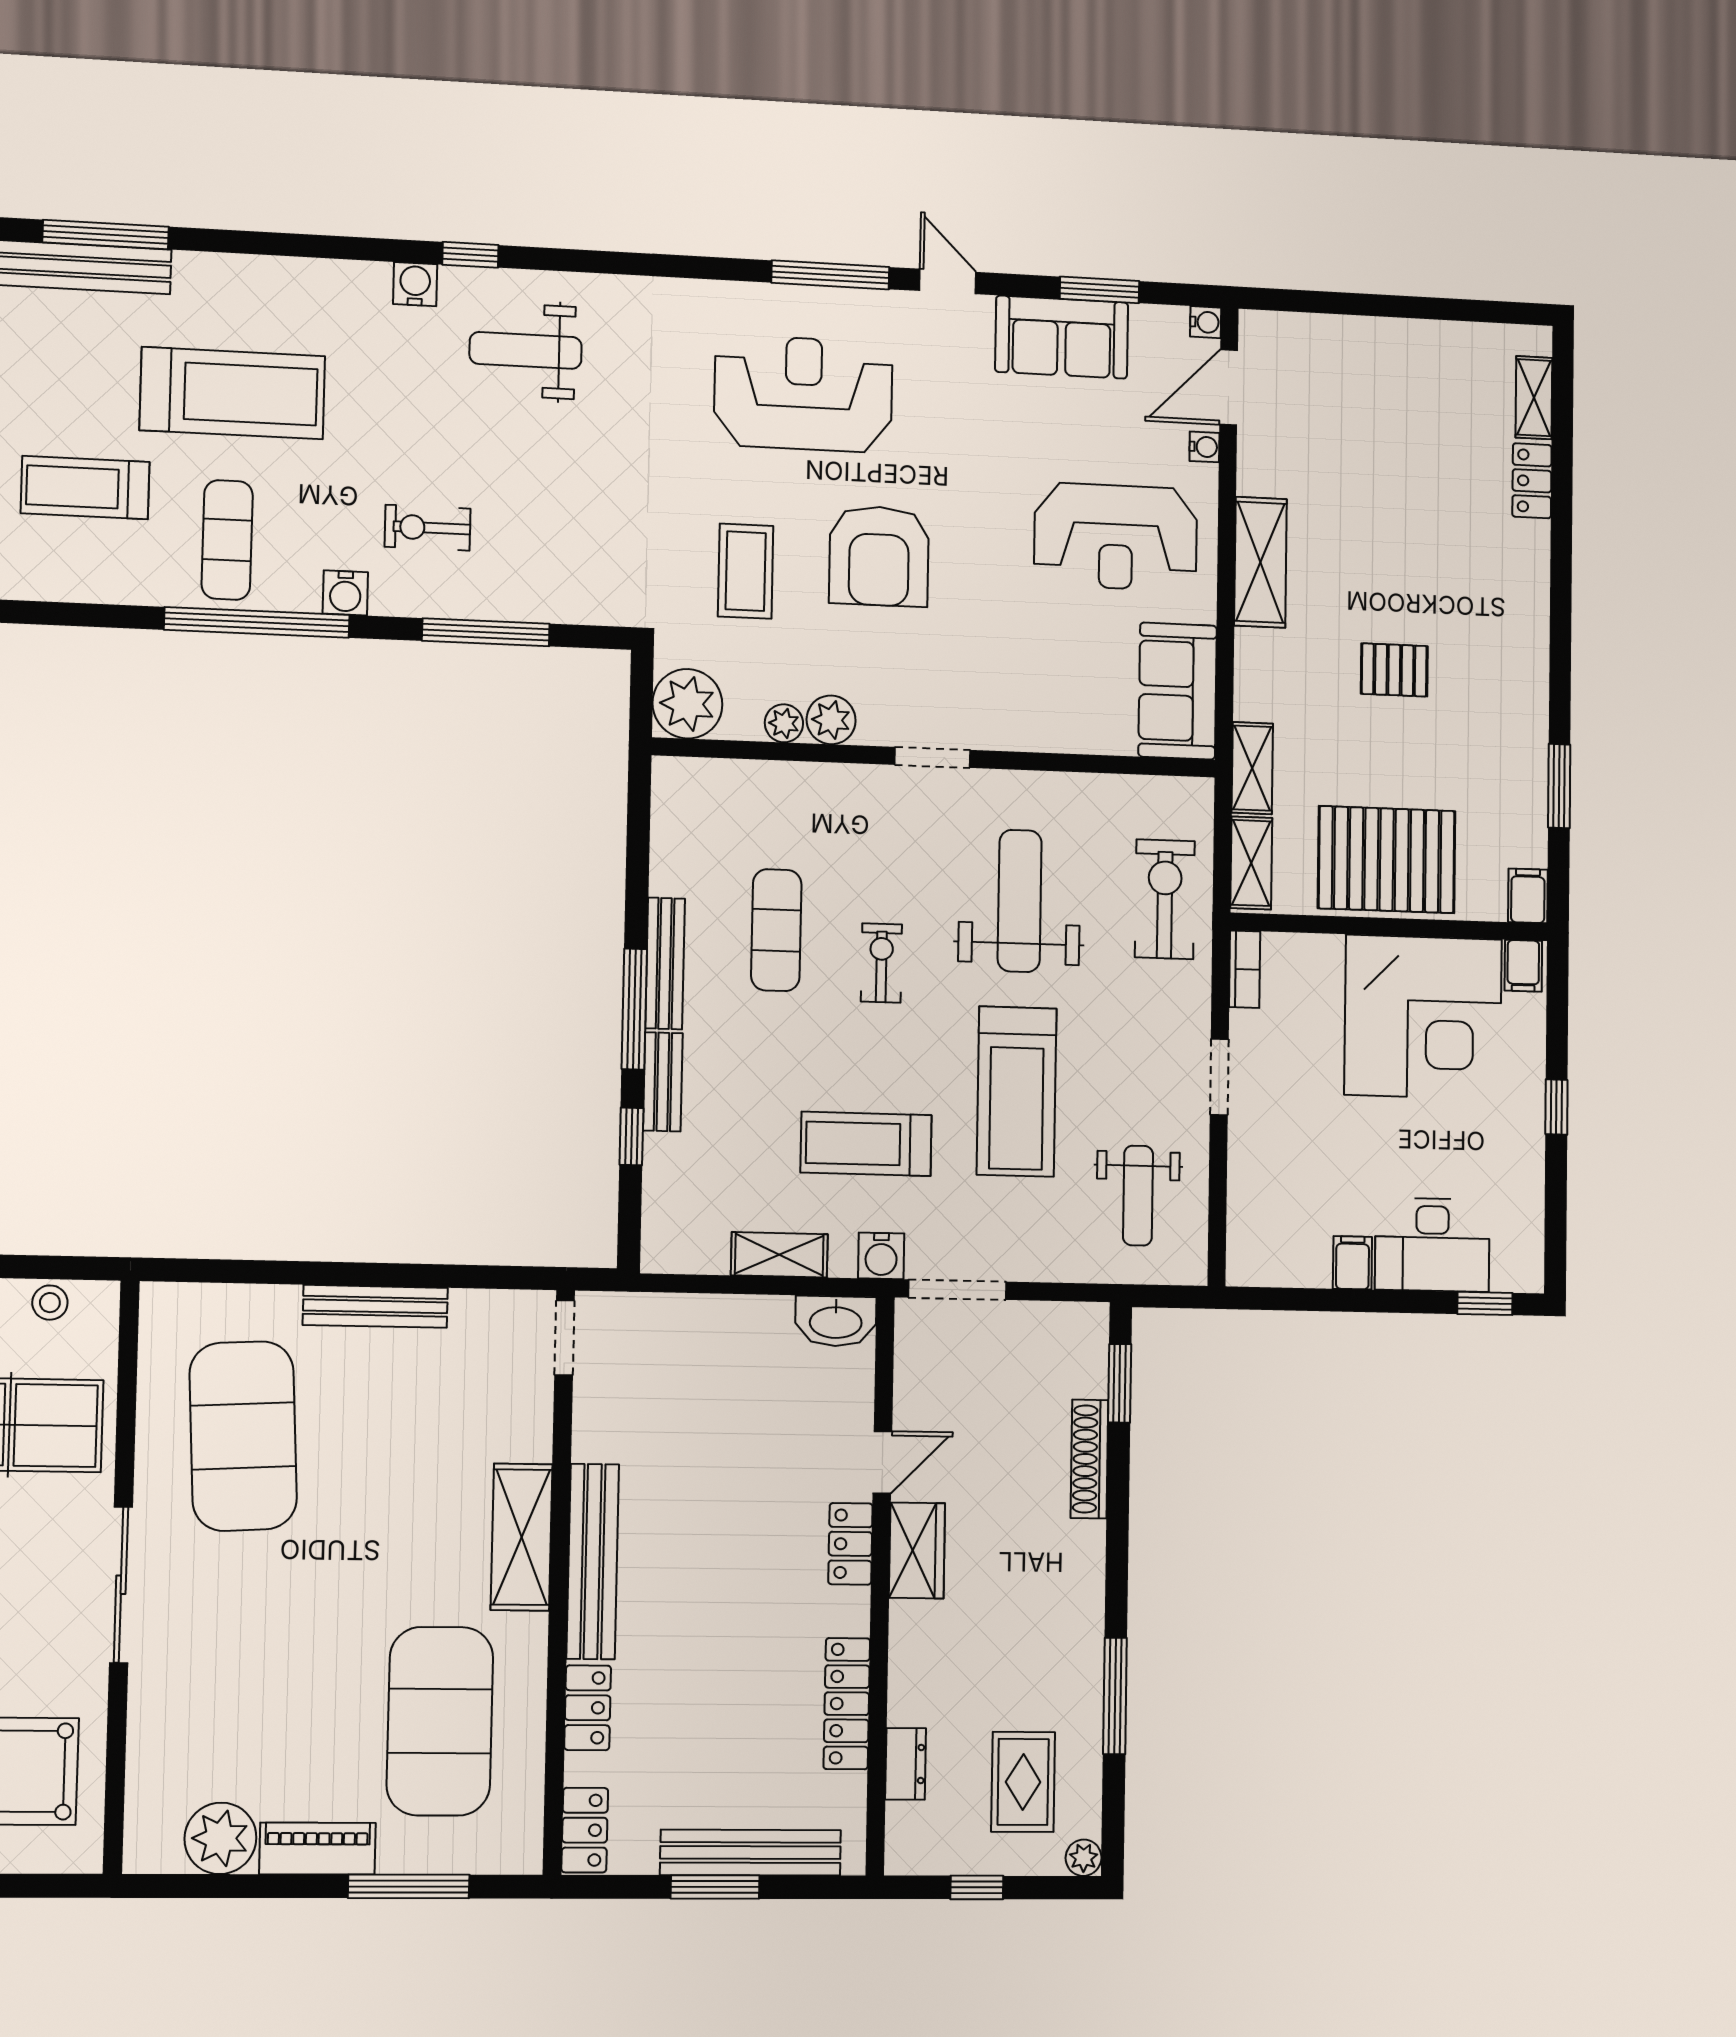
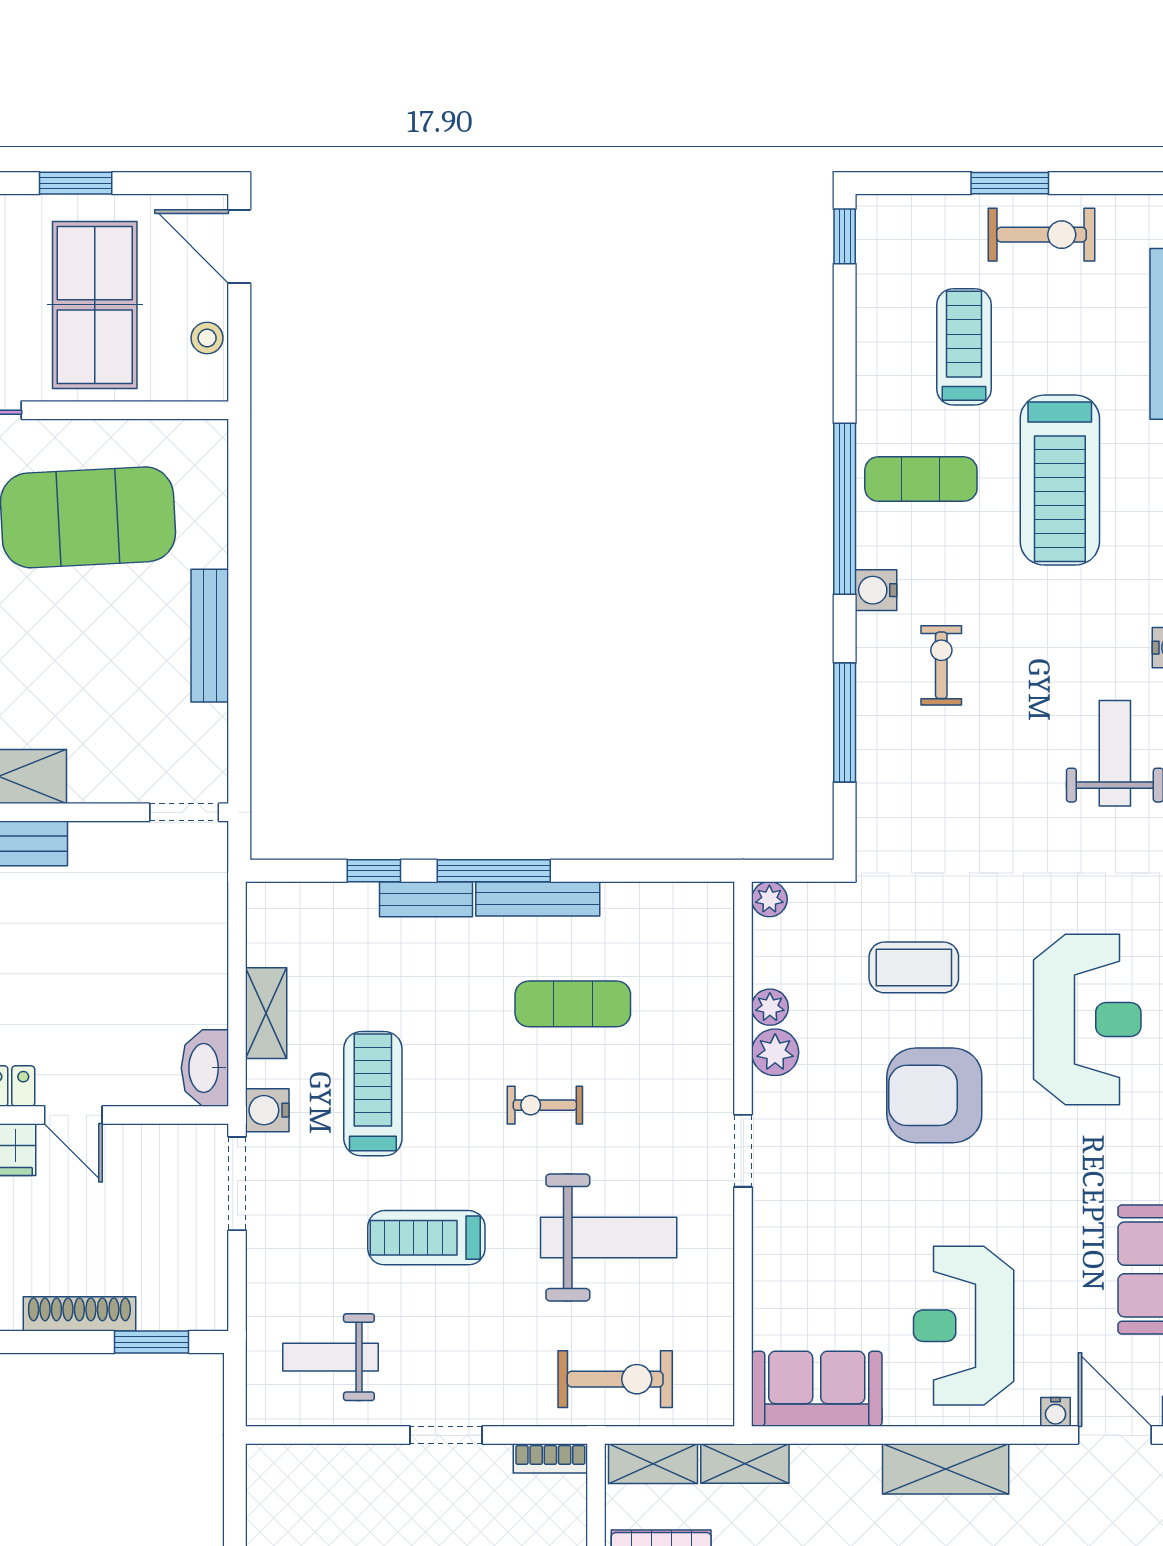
plant: (687, 704) -> (769, 899), width x0.53, depth x0.53
exercise bike: (881, 963) -> (545, 1105), turned 180
treadmill: (1017, 1092) -> (426, 1238), width x0.73, depth x0.73

